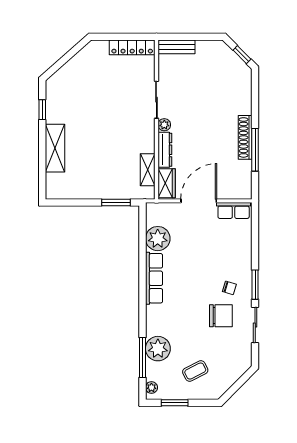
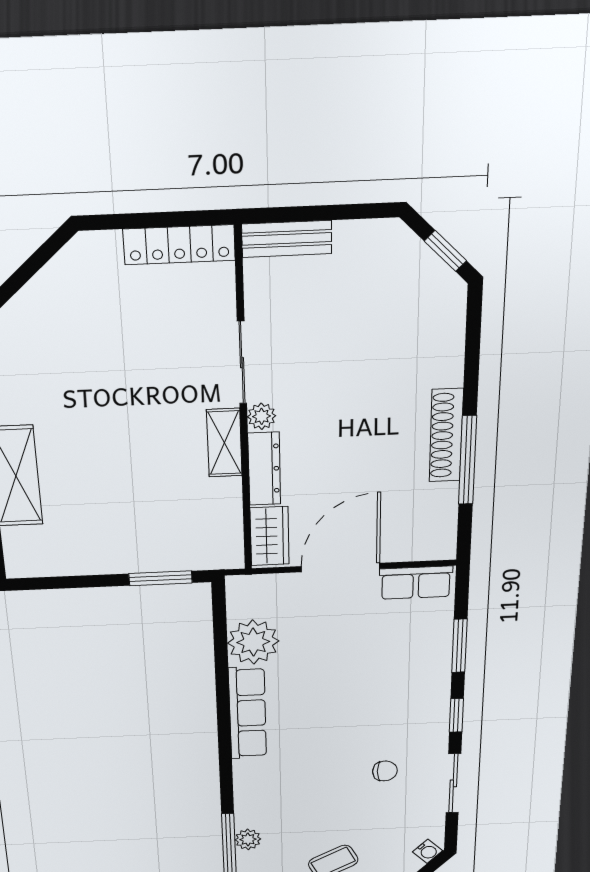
shelving: (148, 170) -> (224, 443), moved
window: (255, 245) -> (459, 646), added
window: (255, 285) -> (456, 715), width x0.67
chair: (229, 288) -> (403, 723), removed
chair: (221, 316) -> (385, 771), width x0.54, depth x0.54
plant: (158, 349) -> (248, 839), width x0.53, depth x0.53
water cooler: (243, 367) -> (428, 851), added

